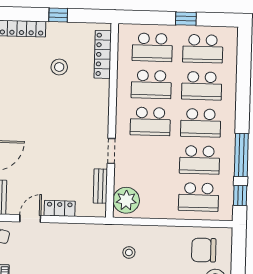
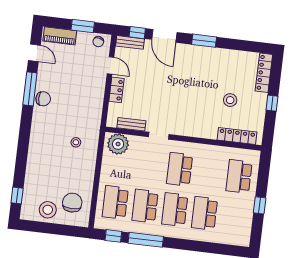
school desk: (203, 49) -> (234, 217), removed
school desk: (151, 84) -> (209, 173), removed

